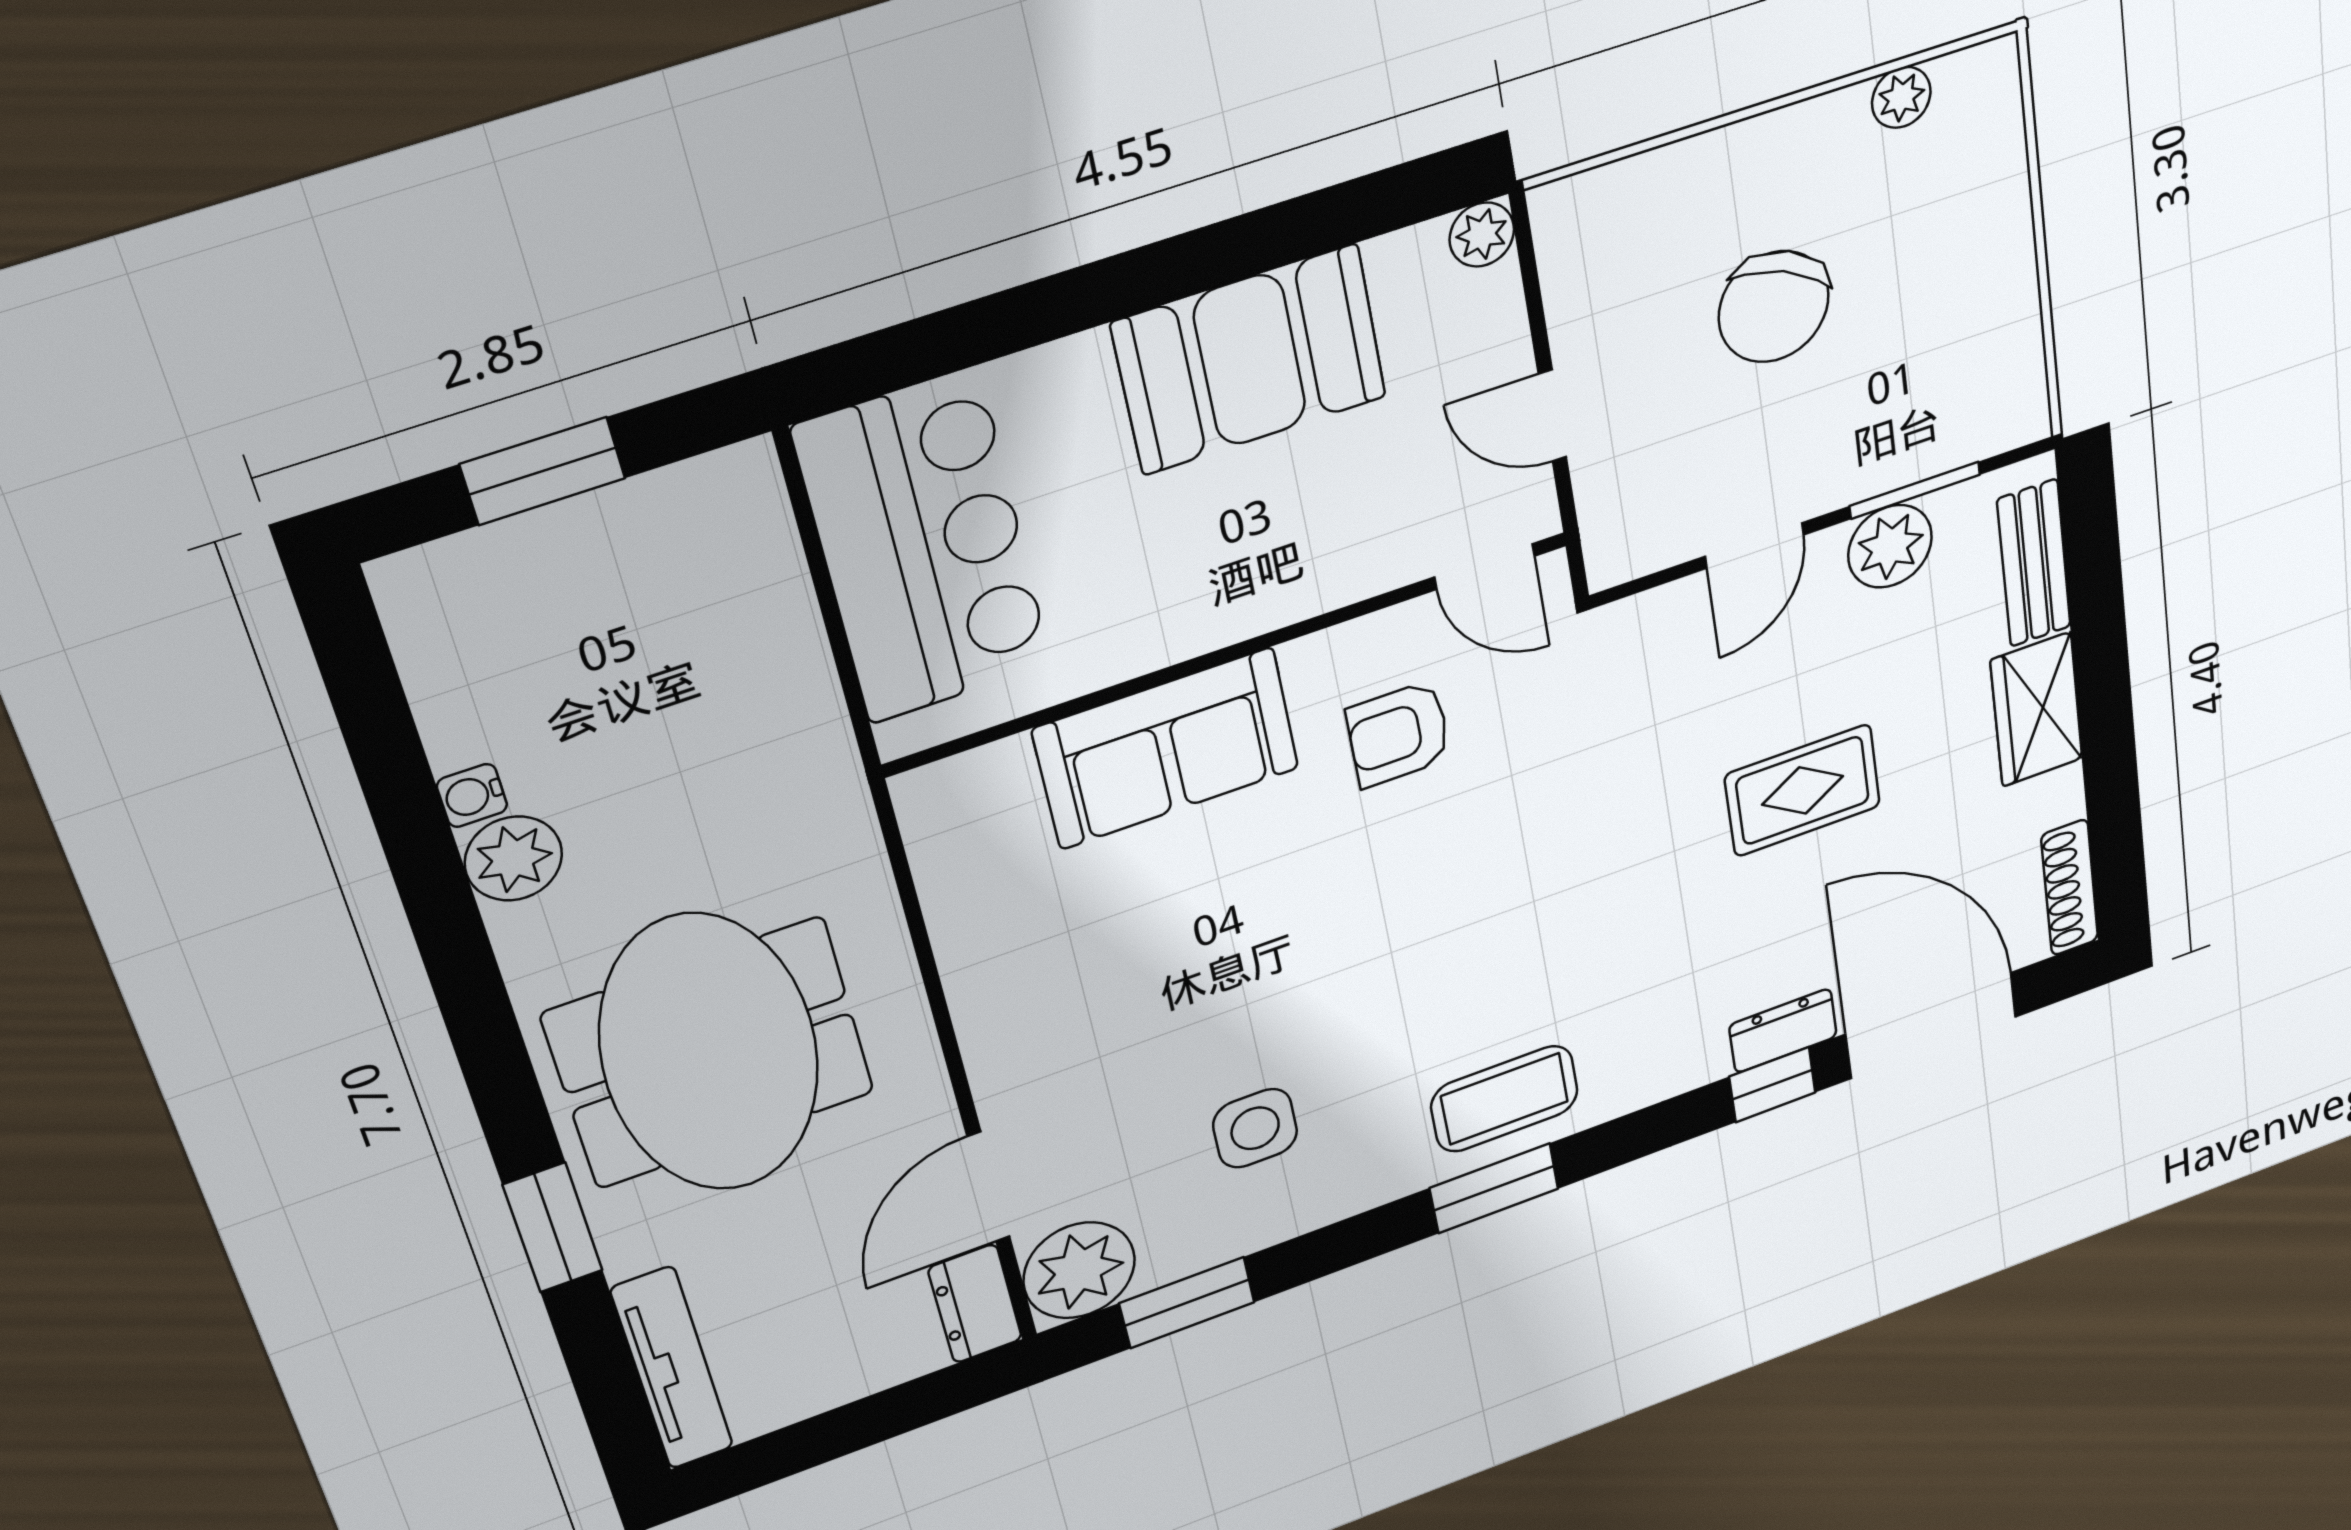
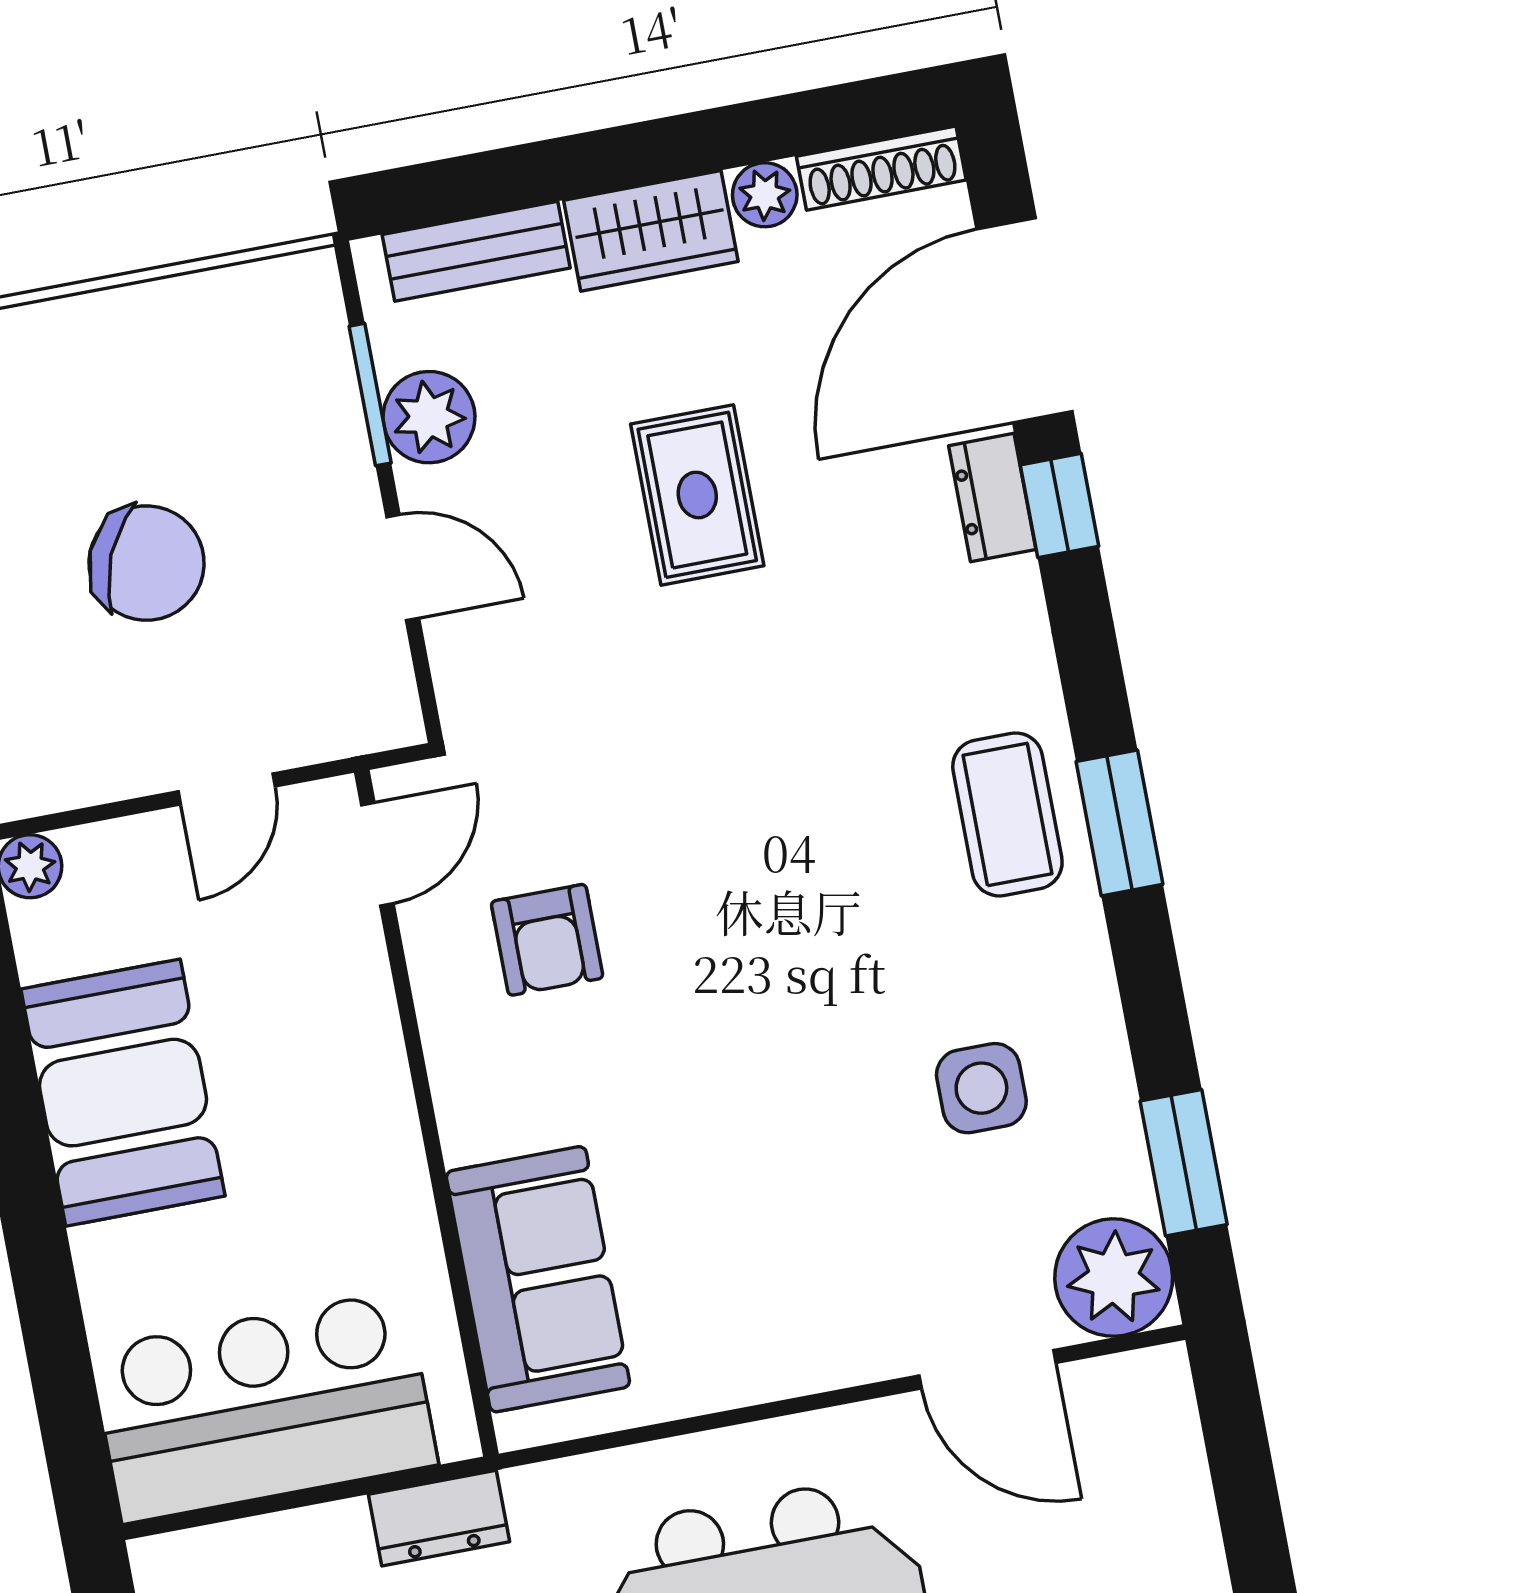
sofa: (1166, 749) -> (538, 1279), moved
plant: (2057, 798) -> (765, 195), added
dresser: (975, 1304) -> (439, 1518), moved

